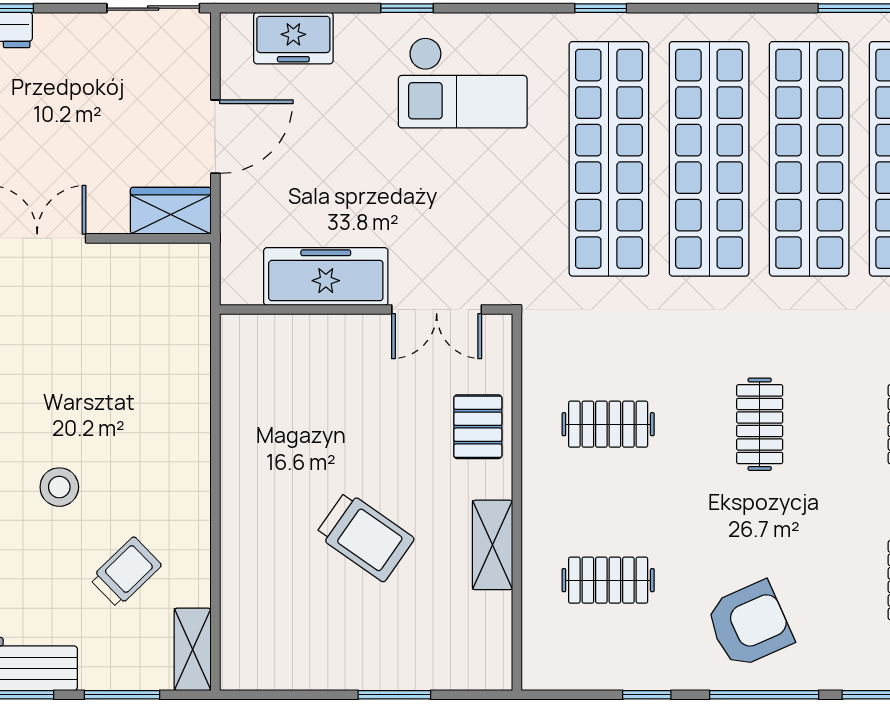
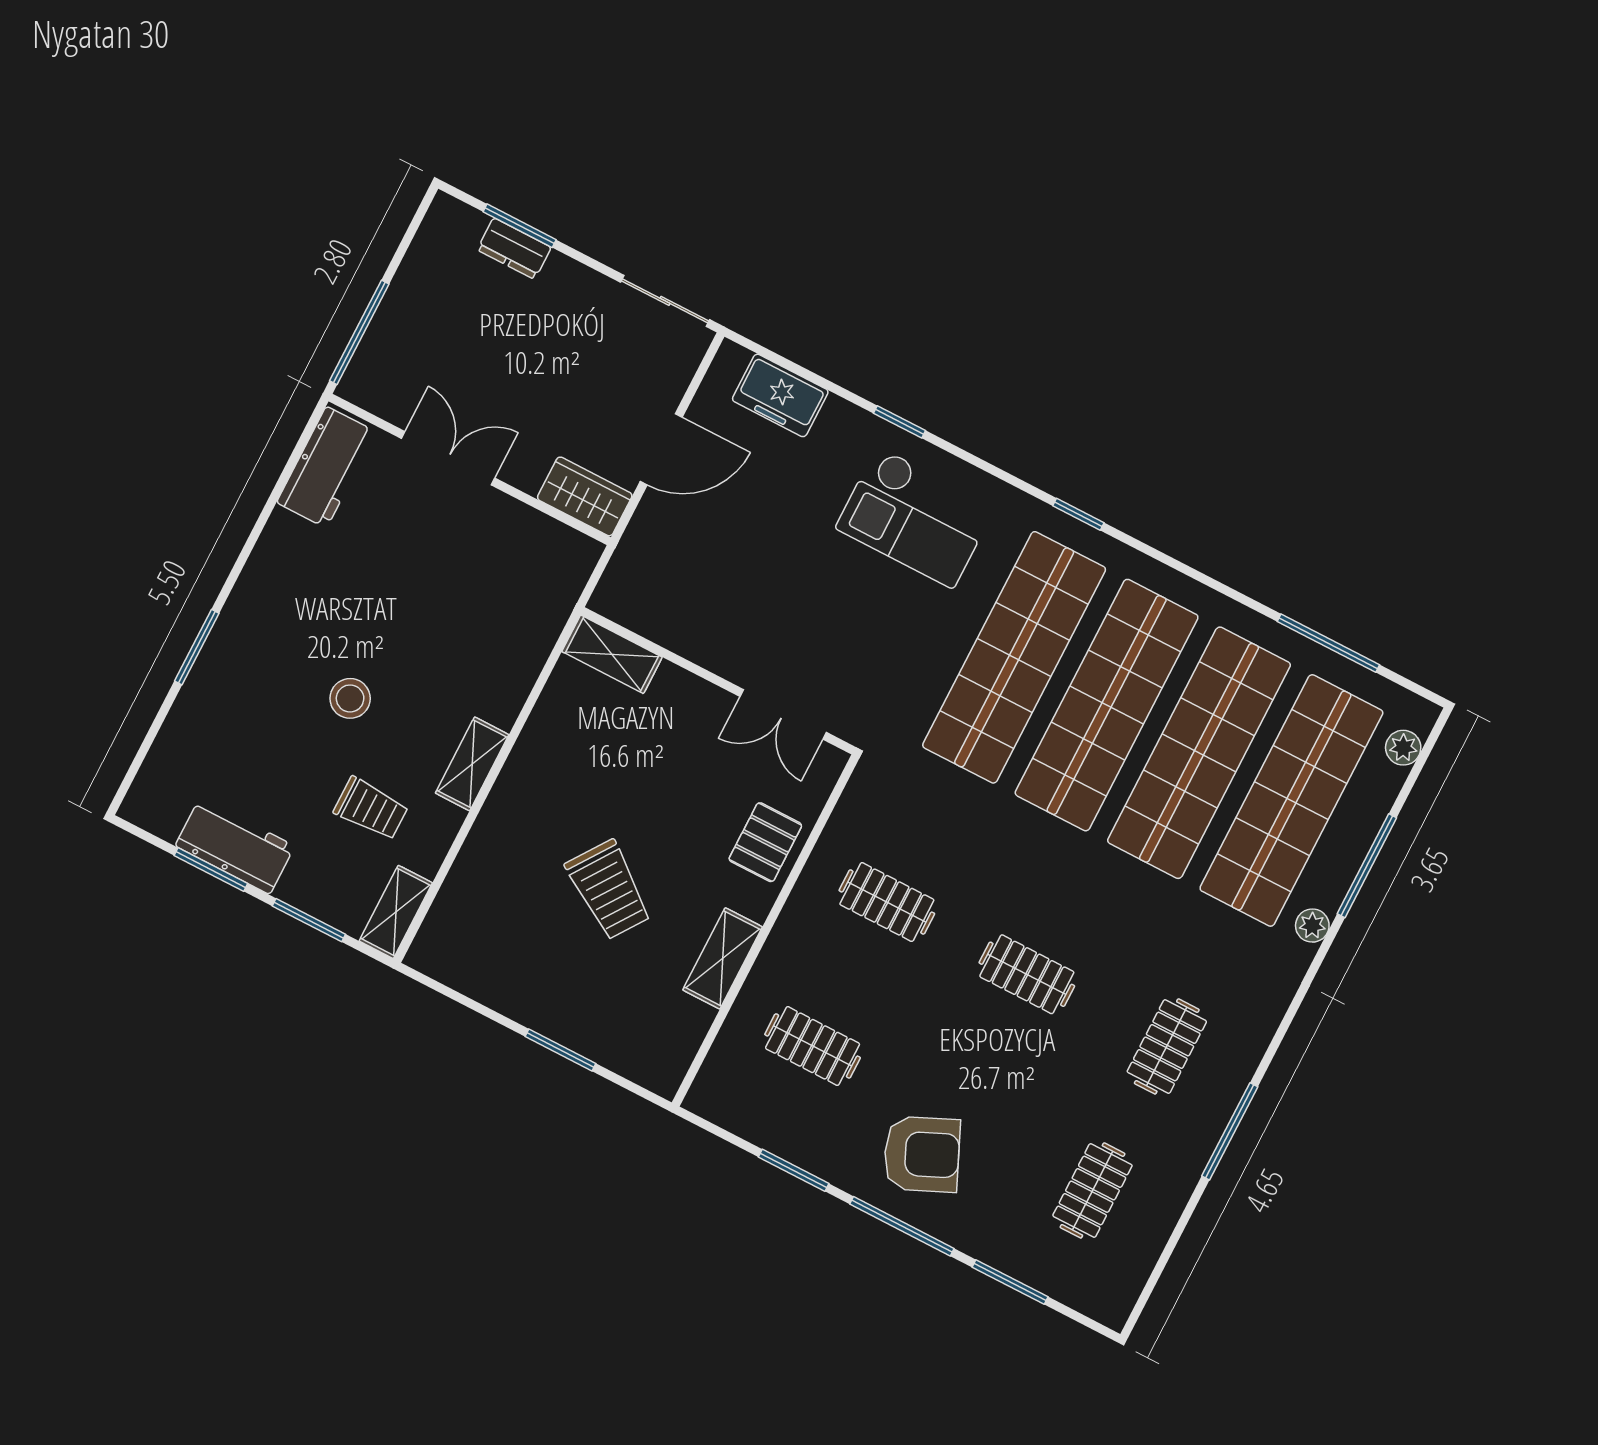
freezer: (326, 277) -> (697, 631), removed
shelving: (264, 334) -> (612, 654), added
clothes rail: (760, 424) -> (1027, 974), turned 90
shelving: (193, 489) -> (472, 764), added
trolley: (126, 572) -> (371, 809), turned 44
window: (647, 695) -> (794, 1170), width x1.50

